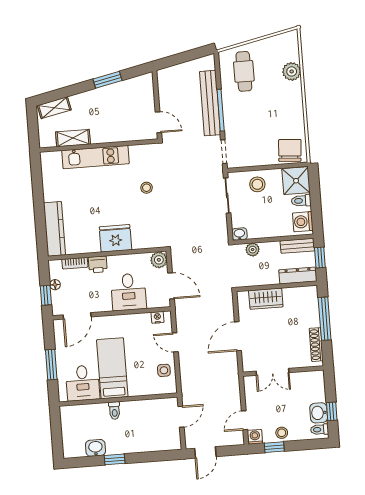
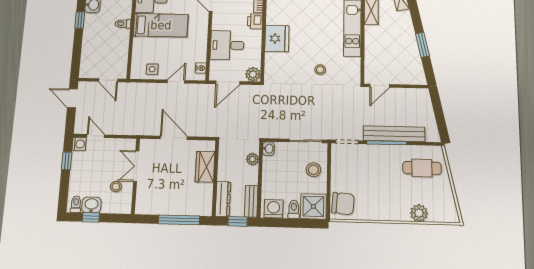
shoe rack: (316, 345) -> (156, 209), removed
stool: (282, 433) -> (116, 187), moved

